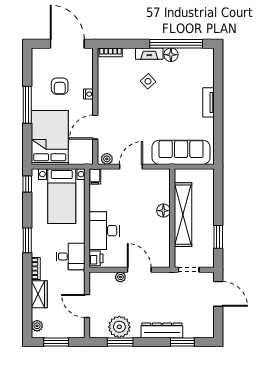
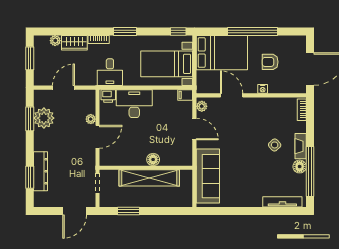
tv unit: (208, 102) -> (282, 202), moved, width x1.41
window: (27, 105) -> (253, 31), width x1.46
plant: (37, 326) -> (55, 41), moved
dresser: (162, 330) -> (40, 171), moved

